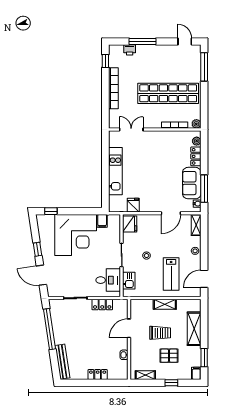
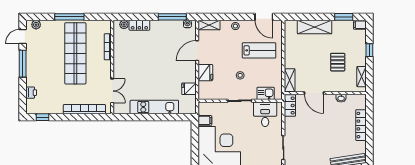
window: (142, 41) -> (23, 64), moved
window: (204, 67) -> (69, 17), moved
bookcase: (113, 88) -> (84, 109), moved
plant: (196, 124) -> (36, 25), moved
double door: (131, 129) -> (112, 91), swing flipped
sofa: (192, 183) -> (167, 29), removed
door: (171, 213) -> (197, 51), swing flipped
fridge: (130, 224) -> (205, 73), moved, turned 90
locker: (102, 304) -> (290, 105), moved
shelving: (165, 304) -> (290, 80), moved
trolley: (160, 333) -> (319, 62), removed
pallet: (169, 356) -> (338, 62), moved
locker: (98, 374) -> (361, 125), width x1.53

